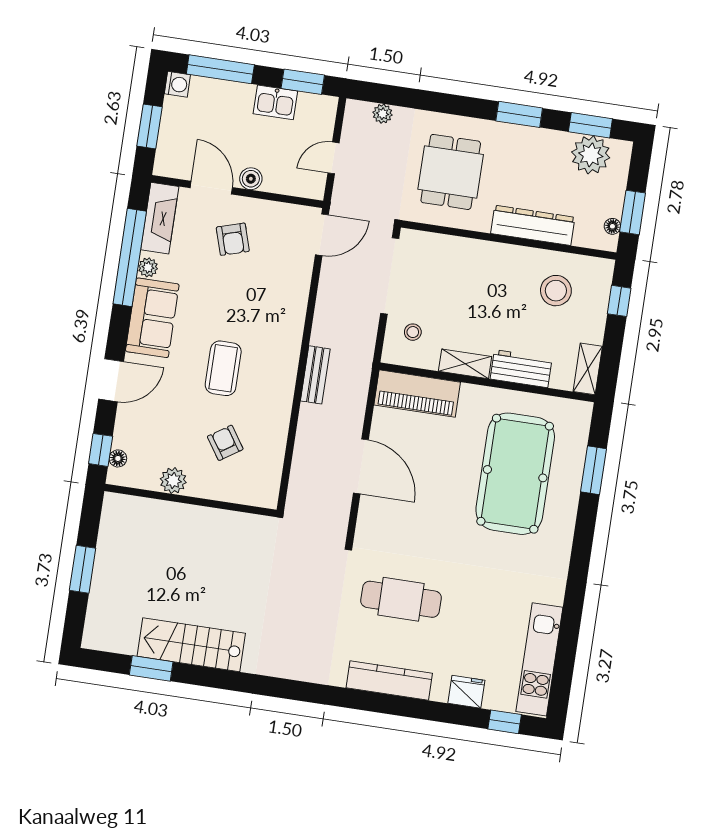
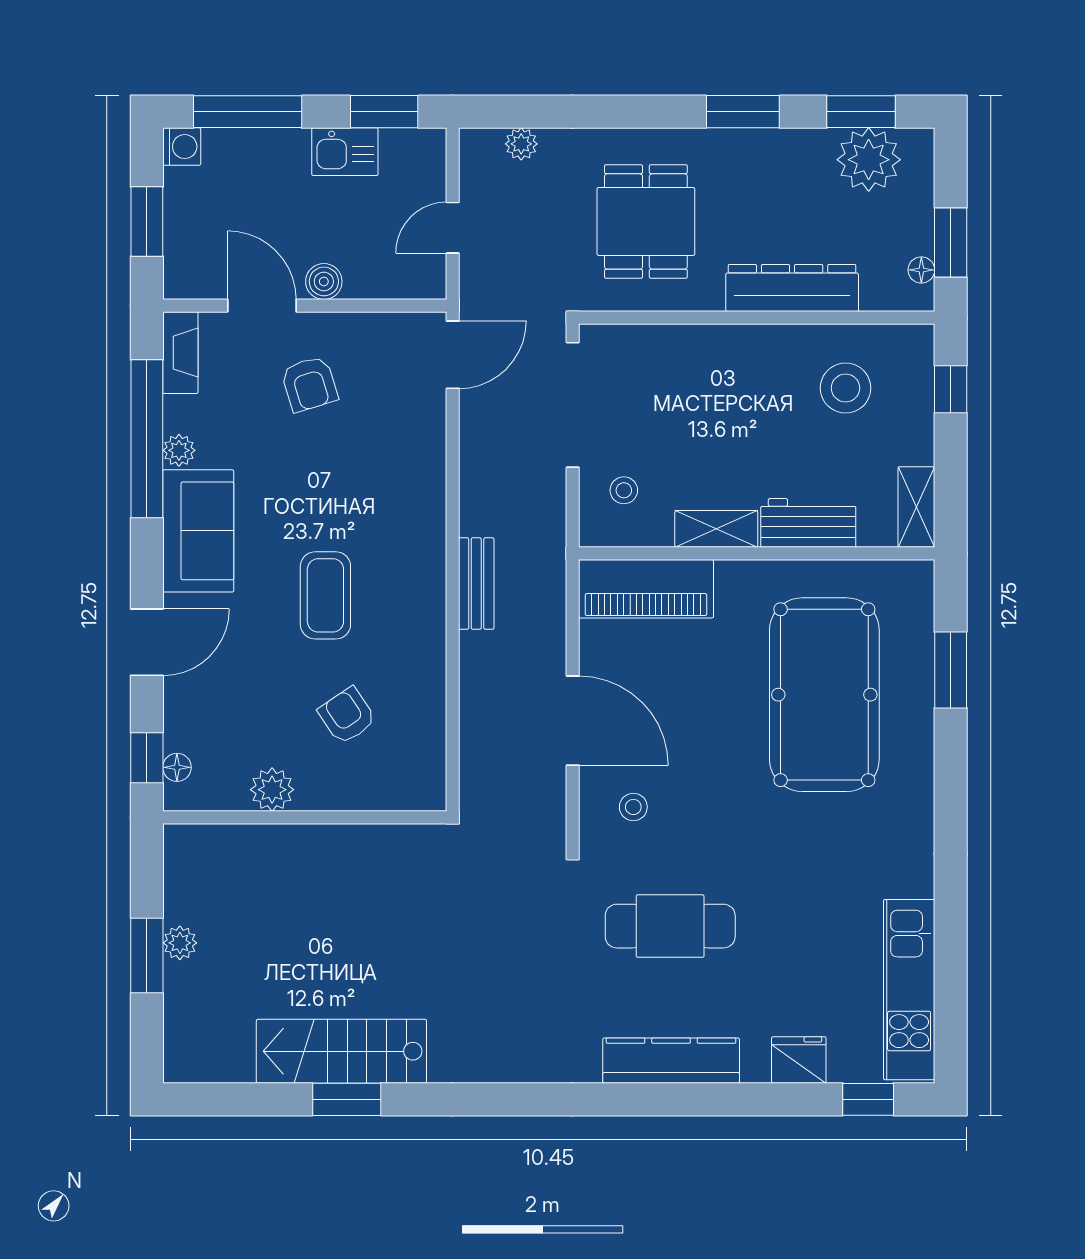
fireplace: (160, 218) -> (180, 353), width x0.73, depth x0.76
stool: (390, 524) -> (633, 807), added
plant: (104, 565) -> (180, 943), added
window: (151, 668) -> (347, 1099), moved

